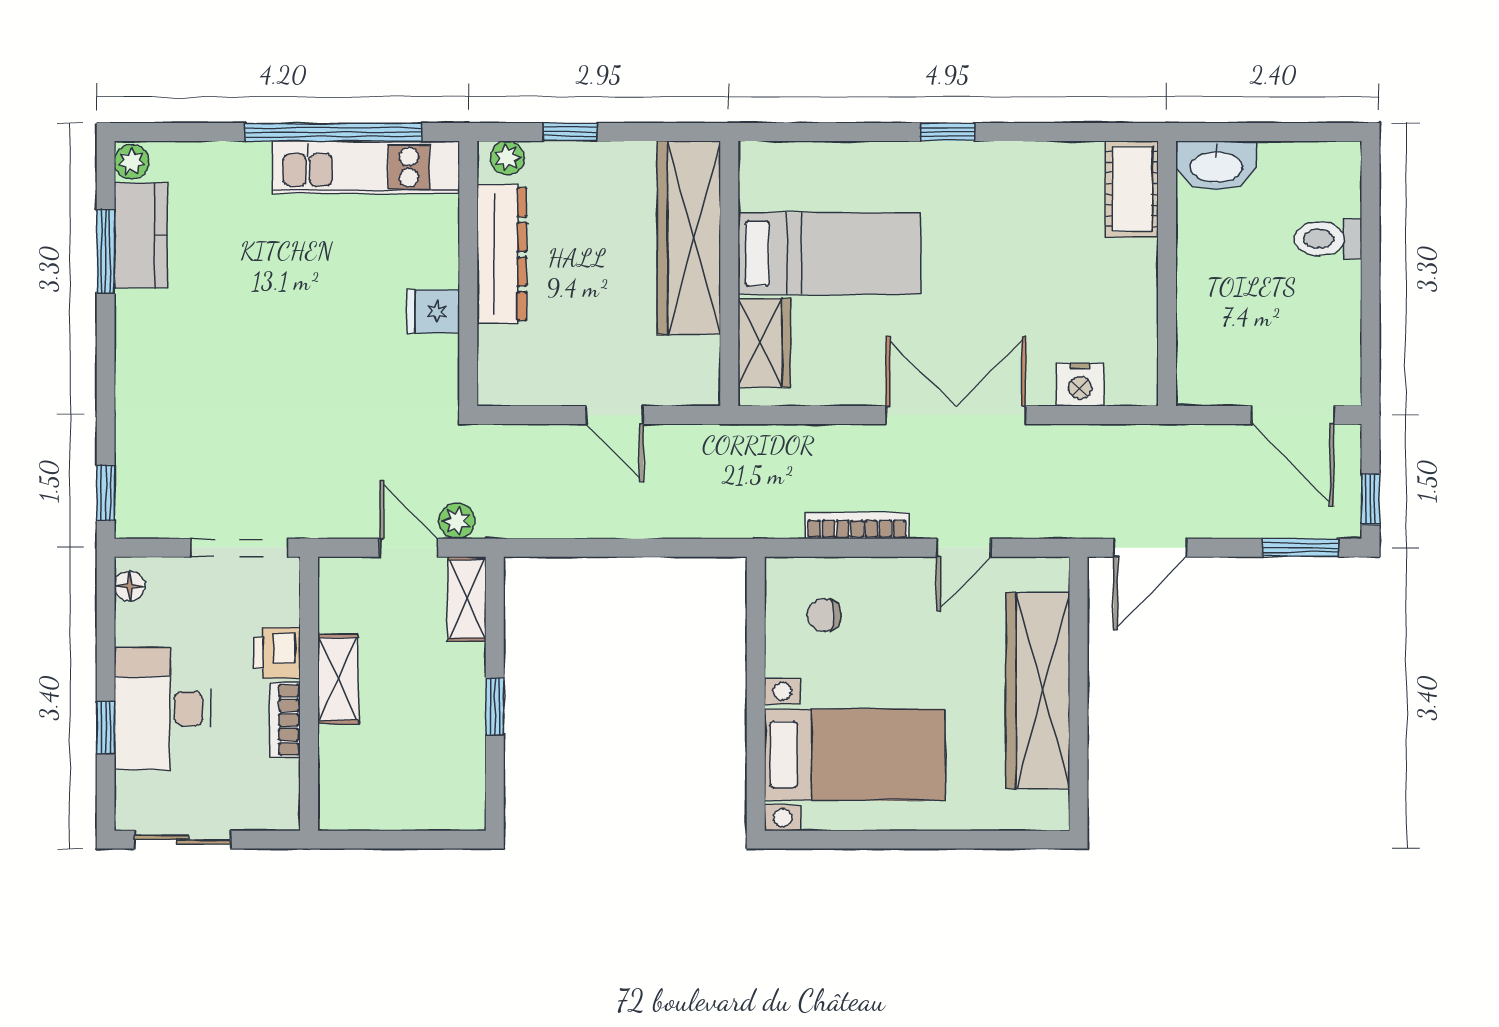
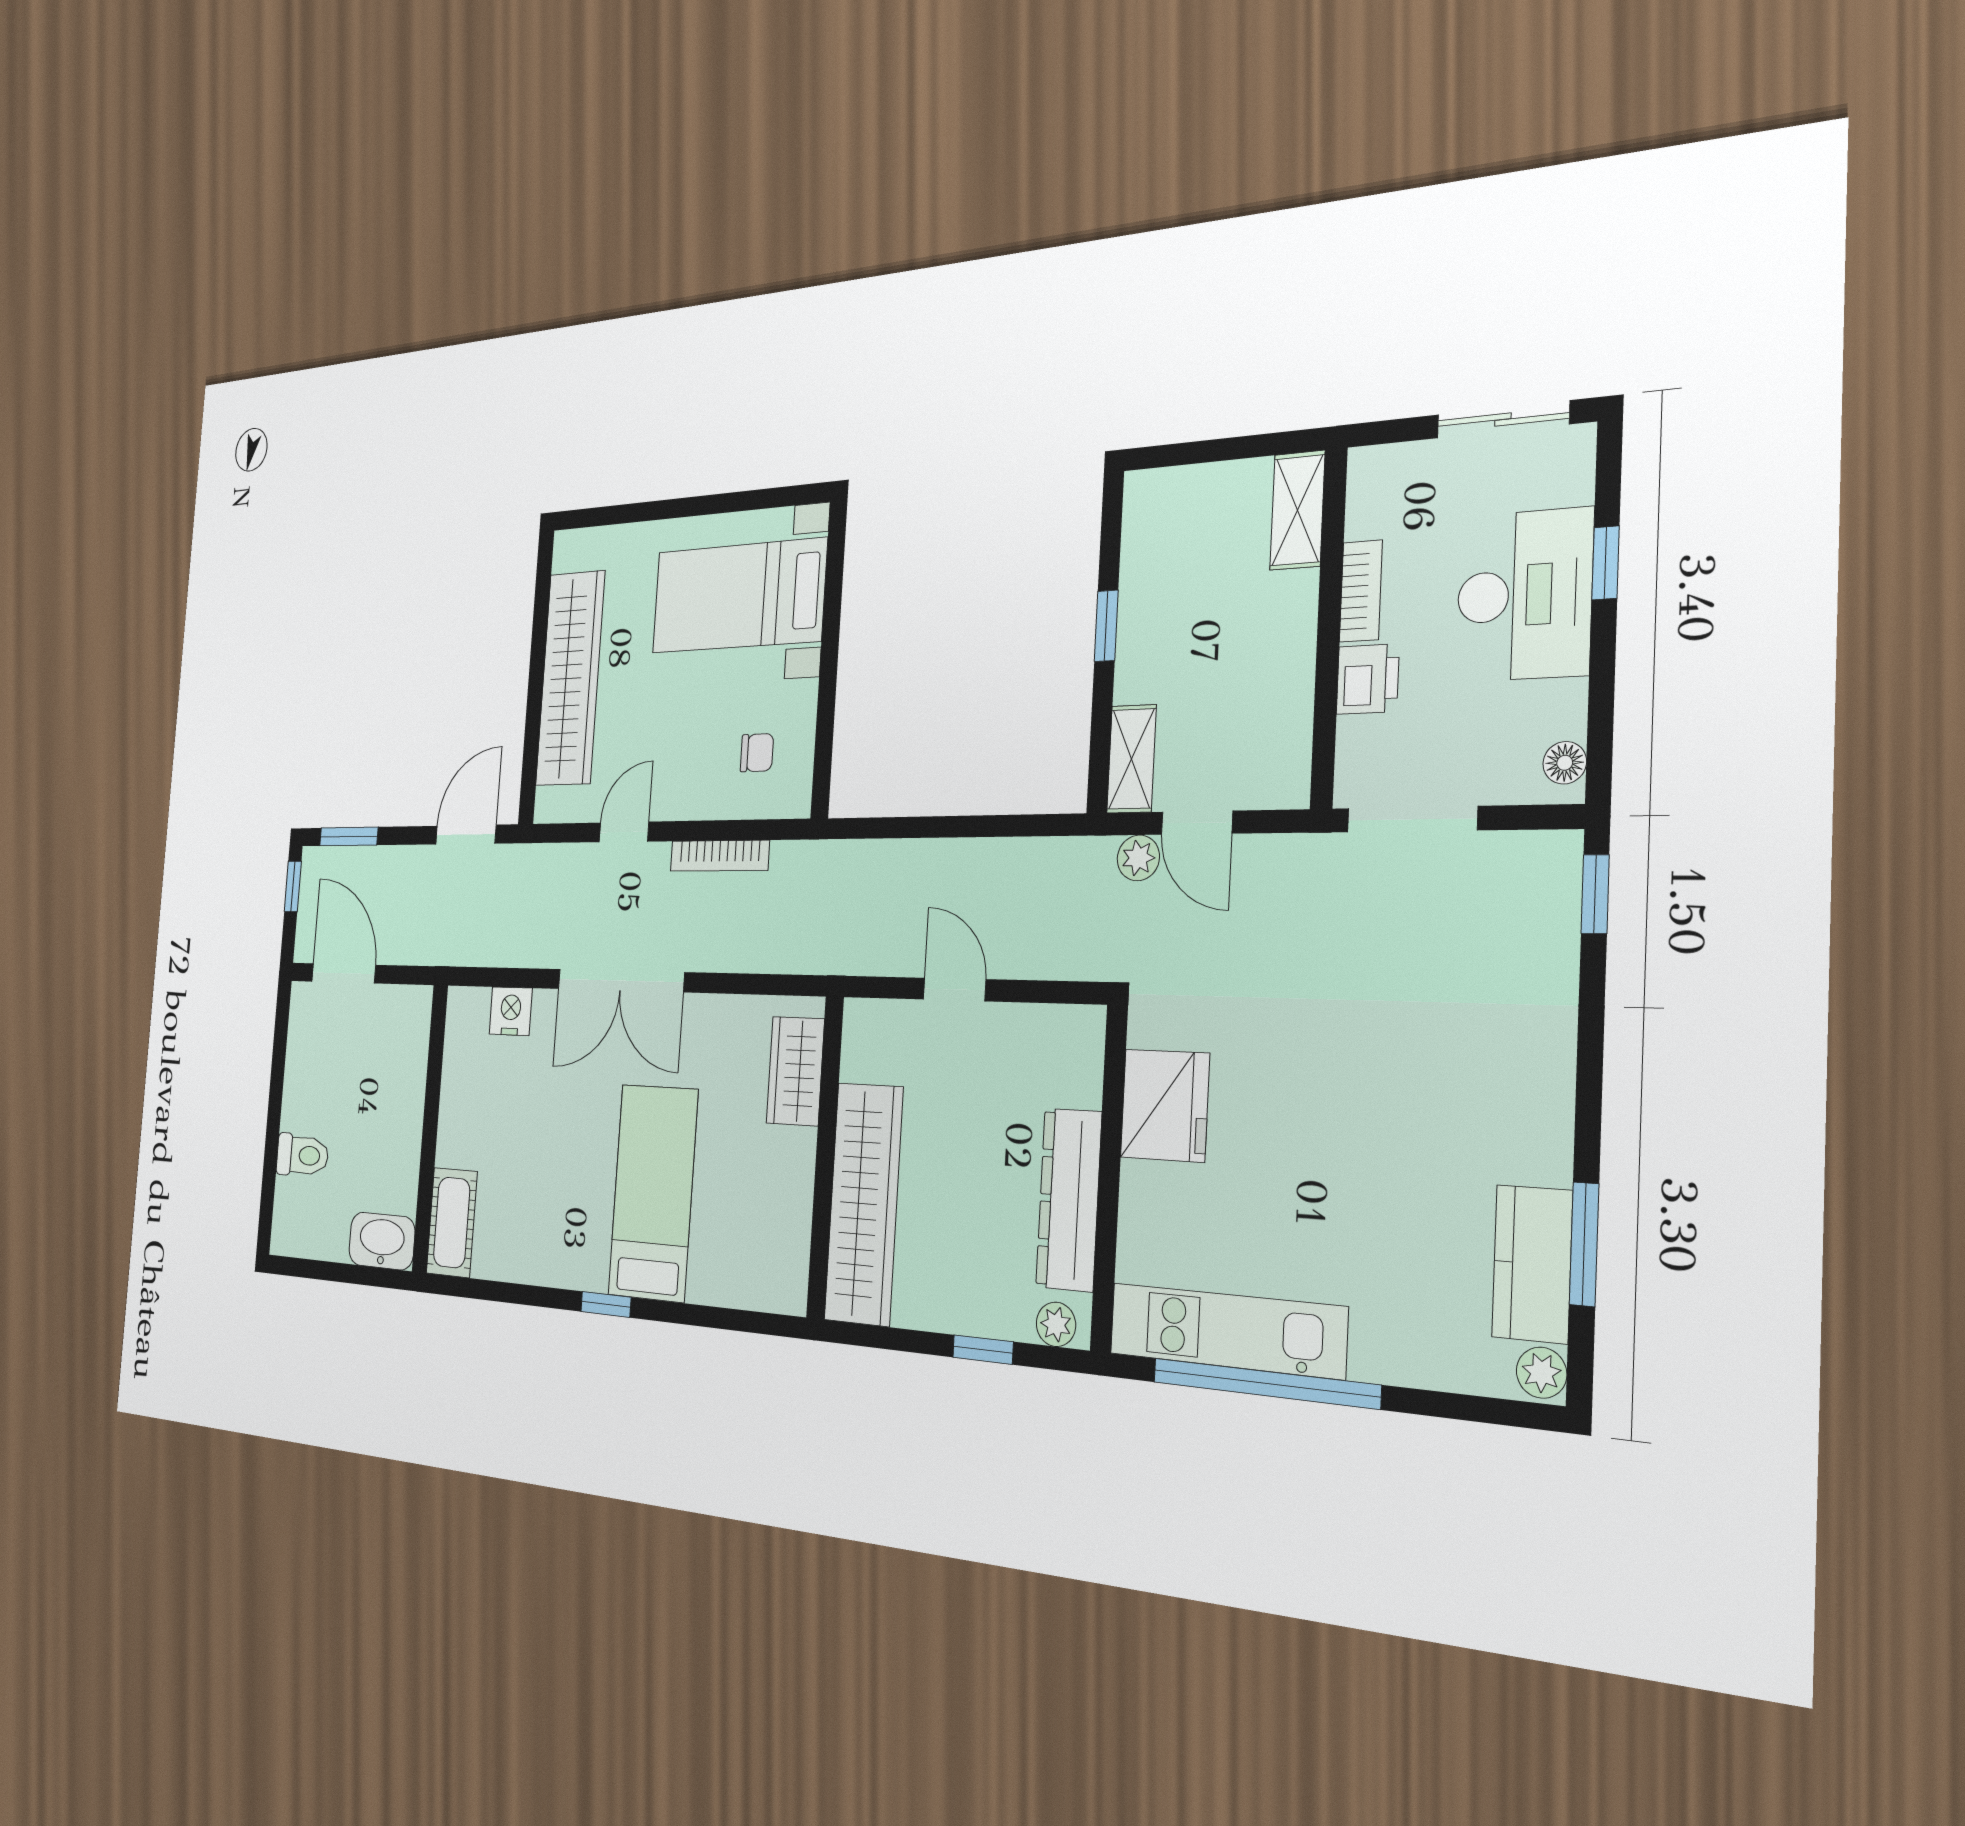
bed: (829, 253) -> (653, 1192), moved, turned 90
fridge: (433, 311) -> (1165, 1105), width x1.88, depth x1.34
shelving: (338, 679) -> (1297, 510), moved

